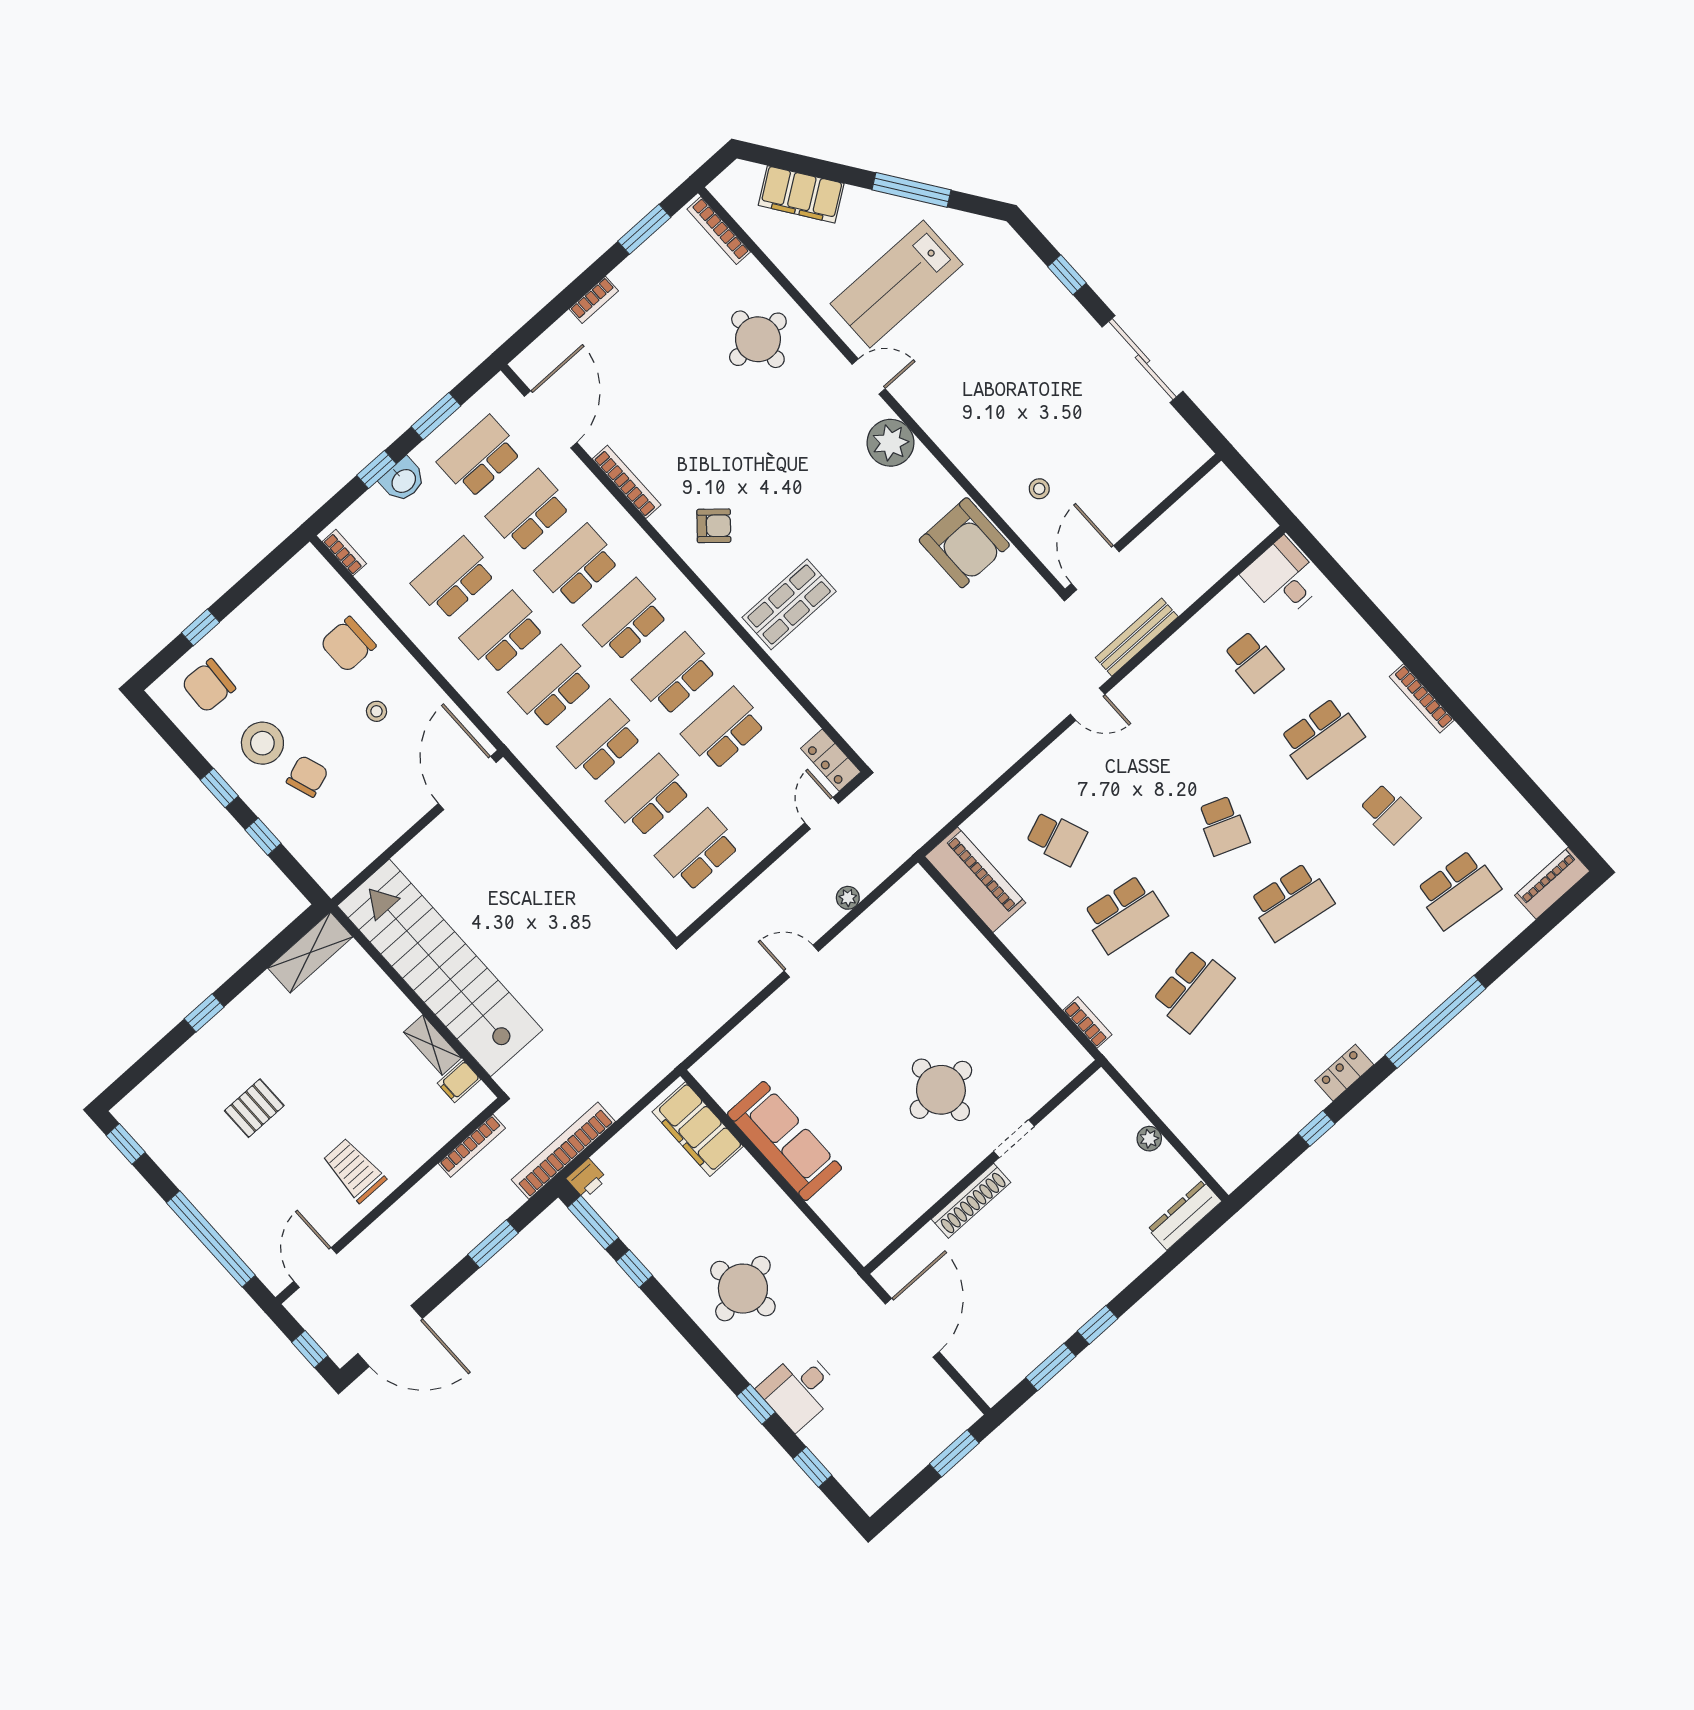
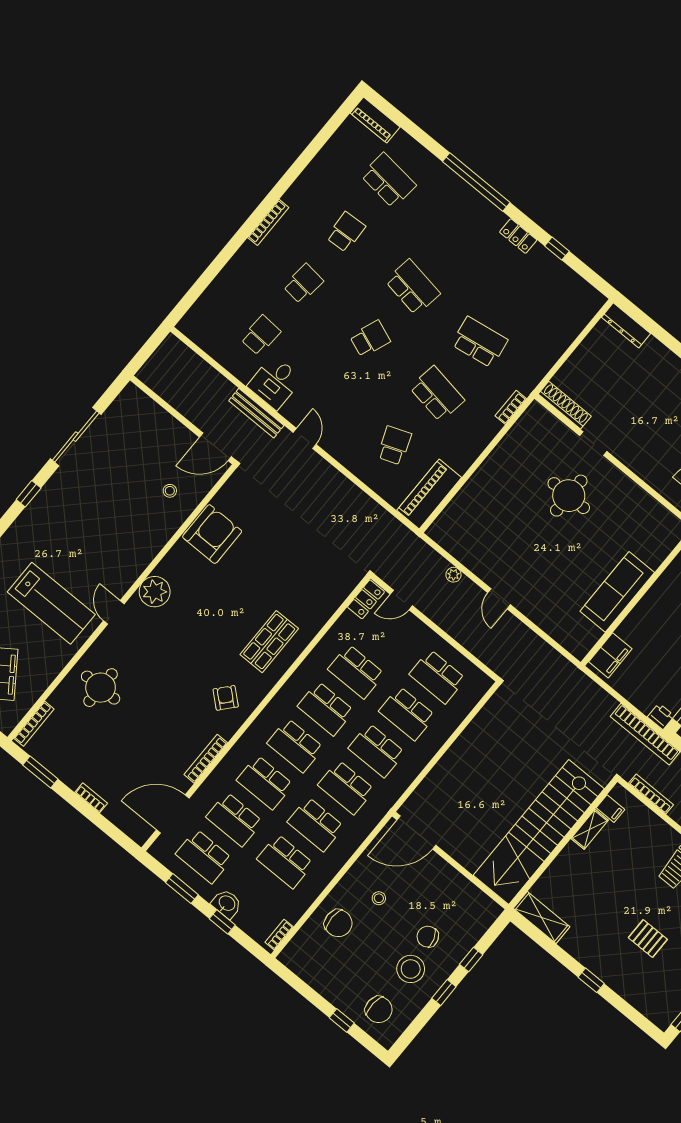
desk: (1283, 578) -> (275, 382), moved
shop shelf: (789, 604) -> (269, 642), turned 90
school desk: (1322, 737) -> (303, 284), width x0.54
filing cabinet: (698, 1129) -> (610, 655), width x0.67, depth x0.86
plant: (1149, 1139) -> (580, 356), removed
shoe rack: (971, 1201) -> (565, 405), moved

